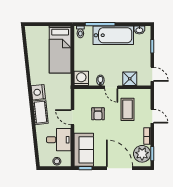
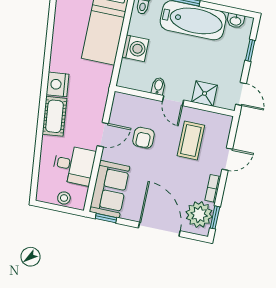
washing machine: (81, 78) -> (135, 48), moved, turned 90
door: (152, 116) -> (227, 159), hinge flipped
door: (72, 117) -> (103, 135), swing flipped

